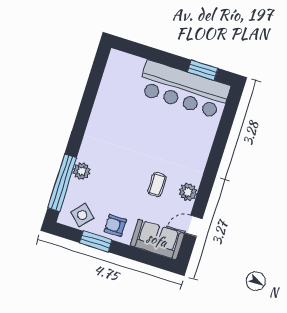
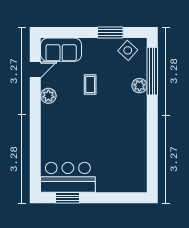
bar counter: (184, 90) -> (68, 177), width x0.73
coffee table: (157, 185) -> (90, 84), moved
armchair: (115, 225) -> (99, 50), removed

